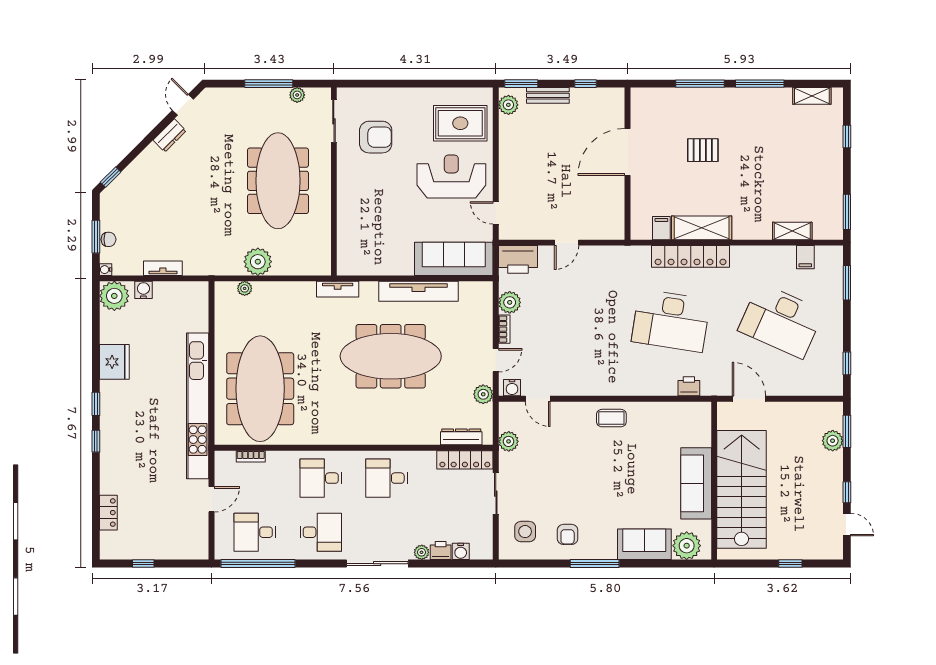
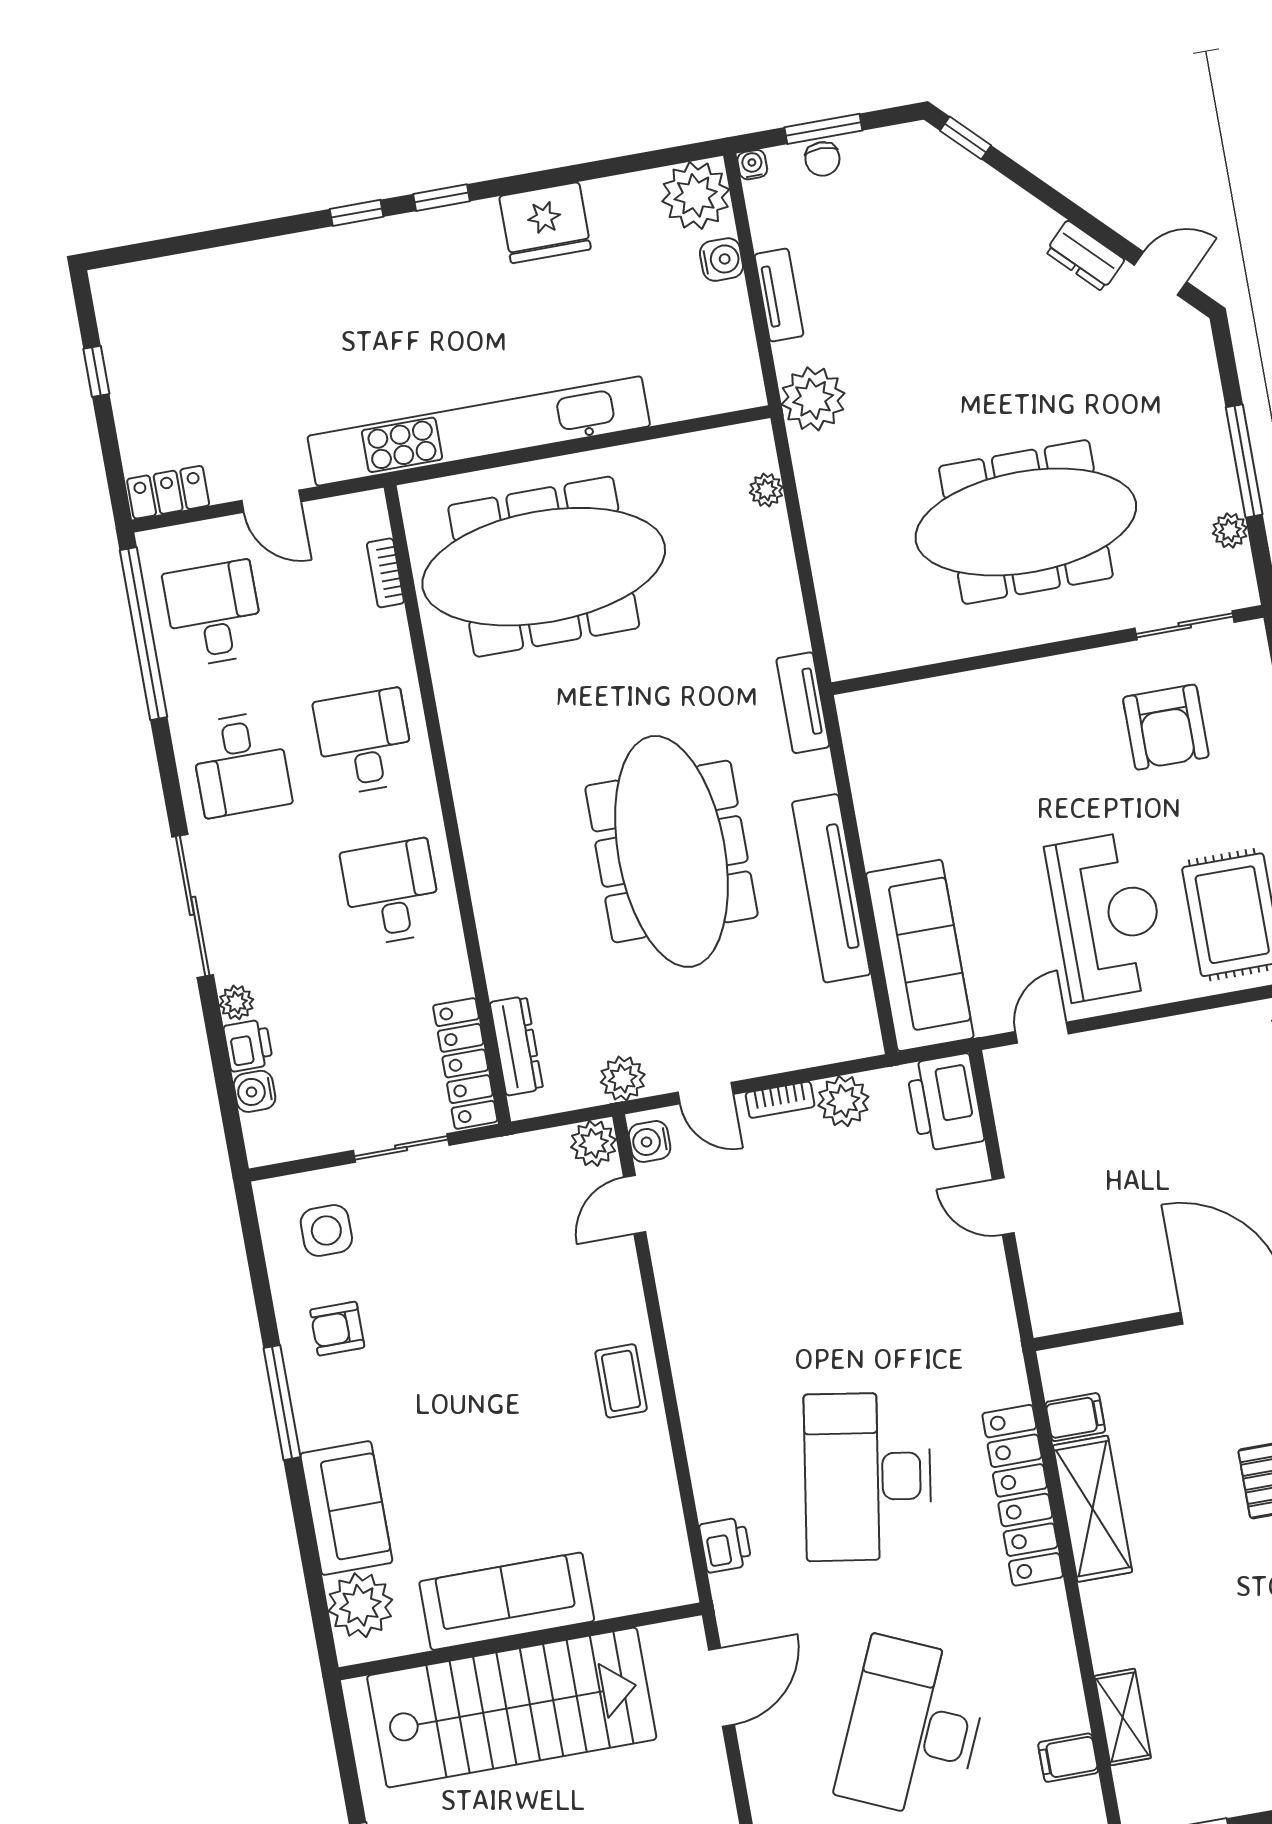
plant: (258, 262) -> (813, 399), moved
plant: (509, 441) -> (594, 1143), moved
locker: (108, 513) -> (168, 492), moved, turned 180

